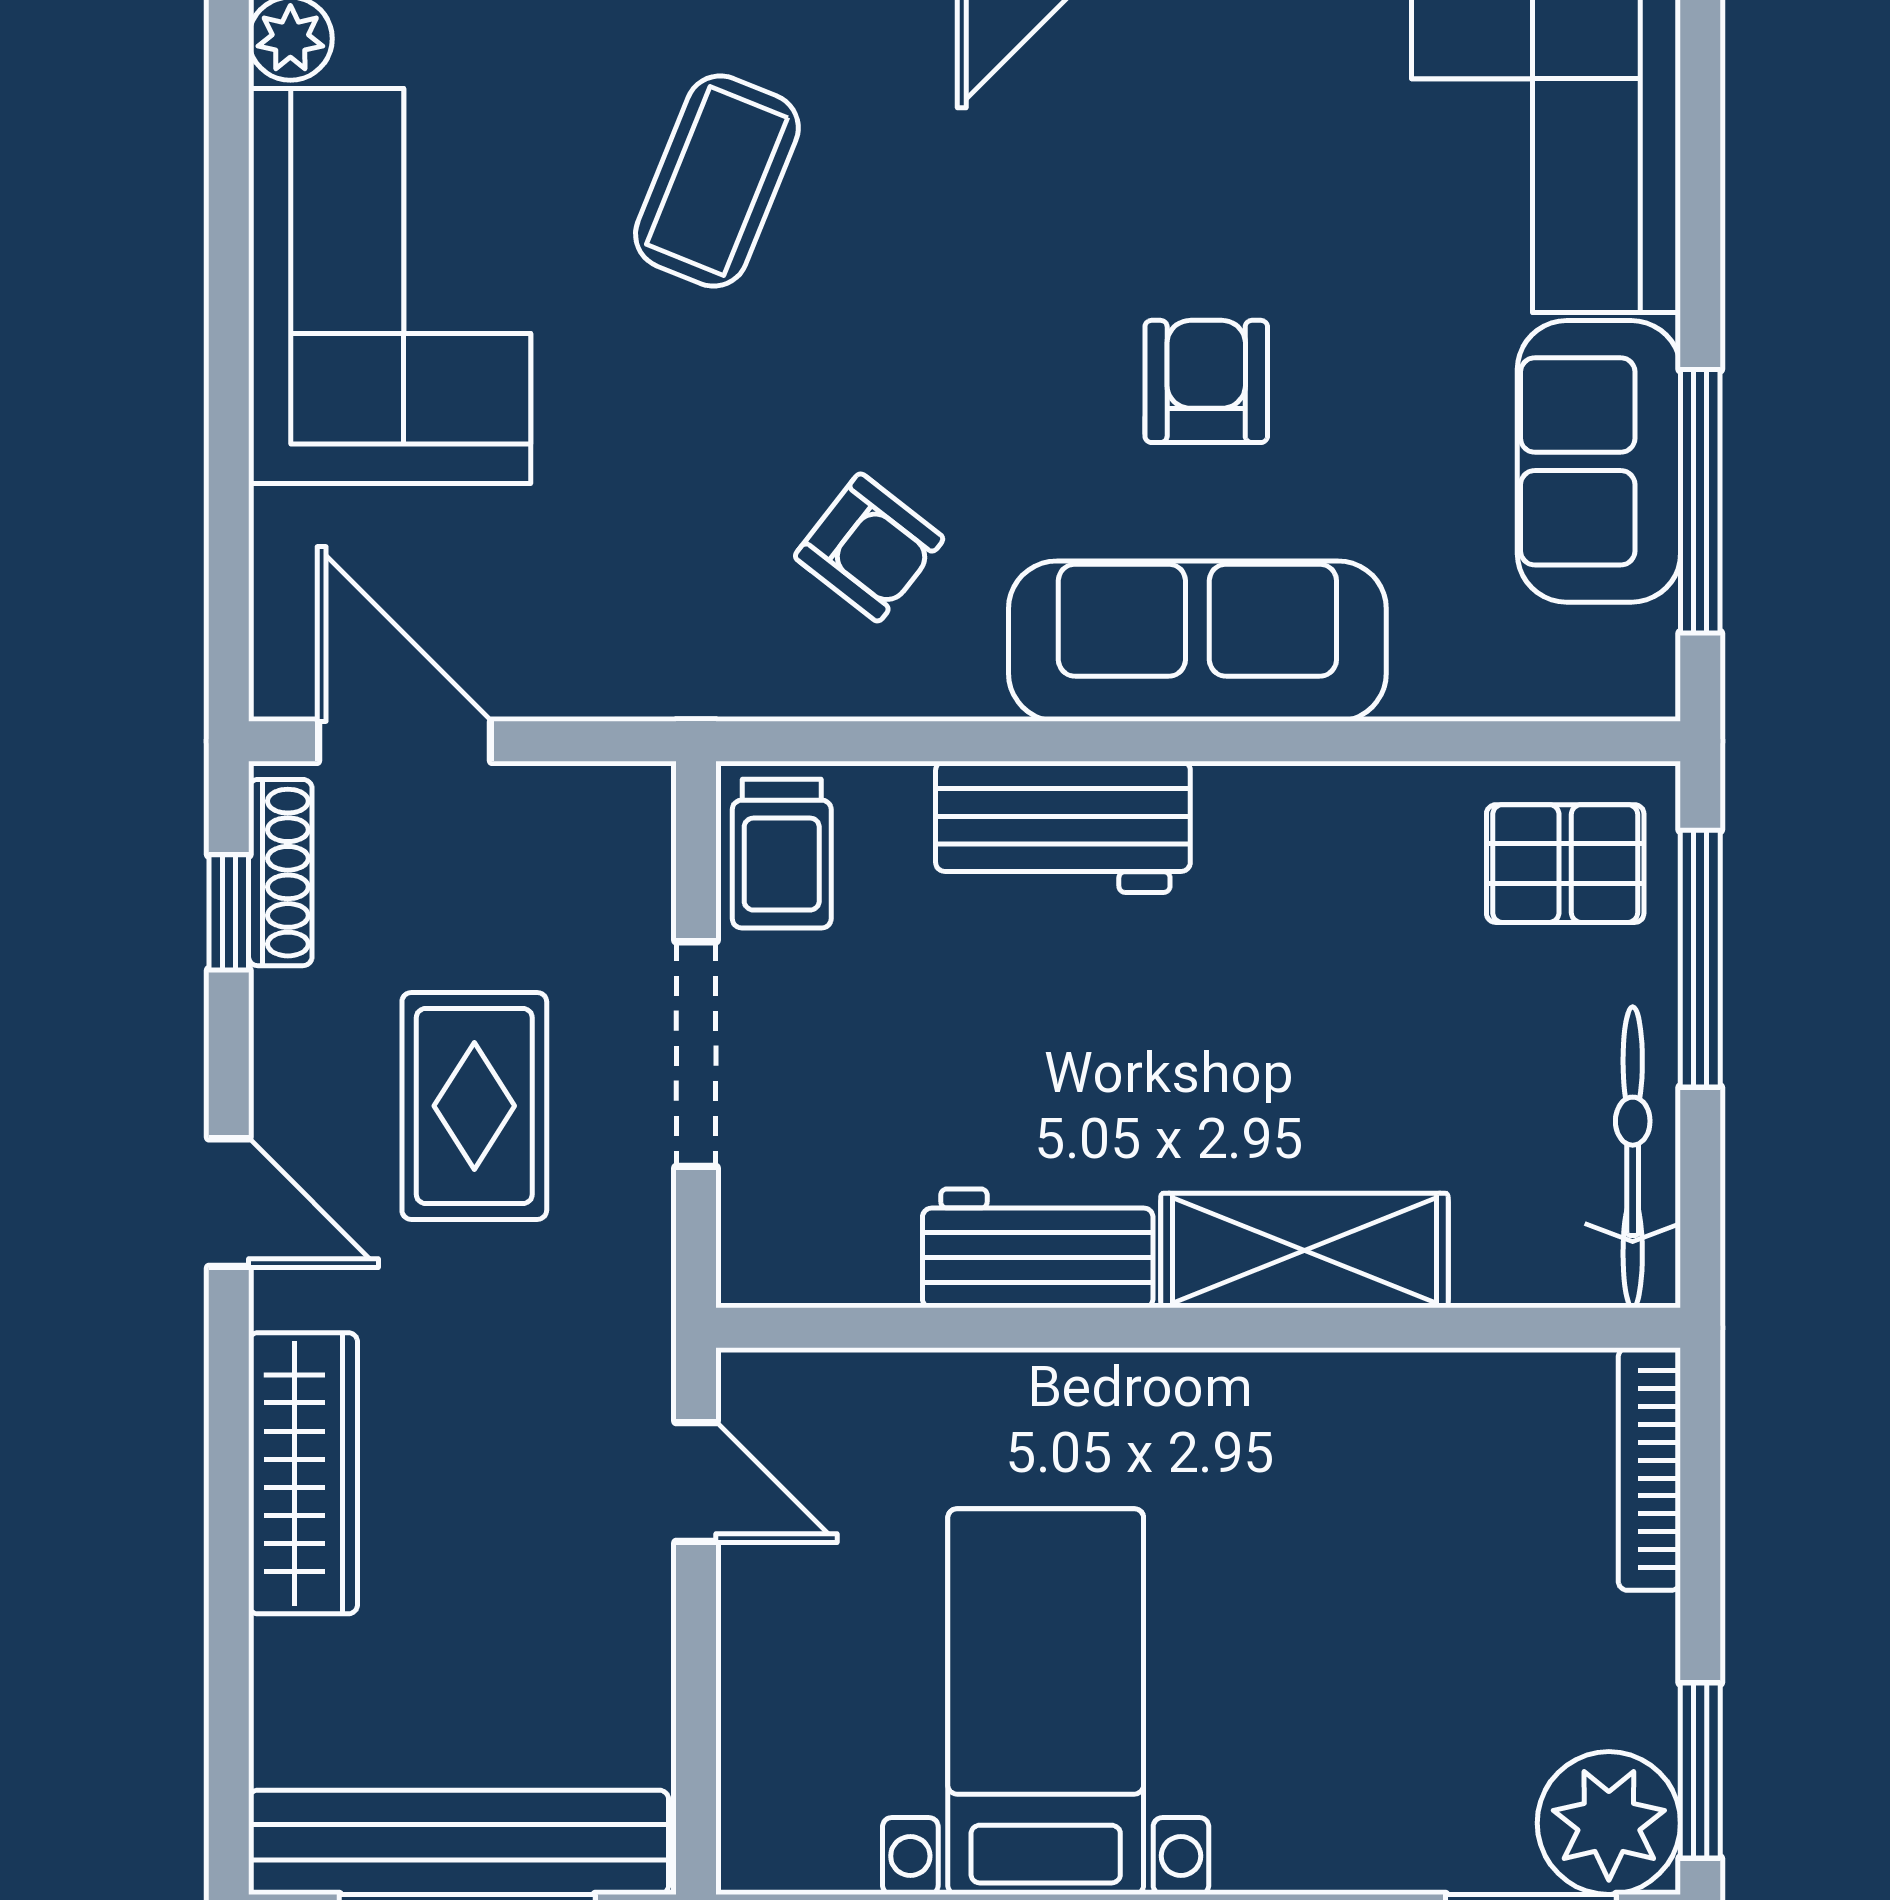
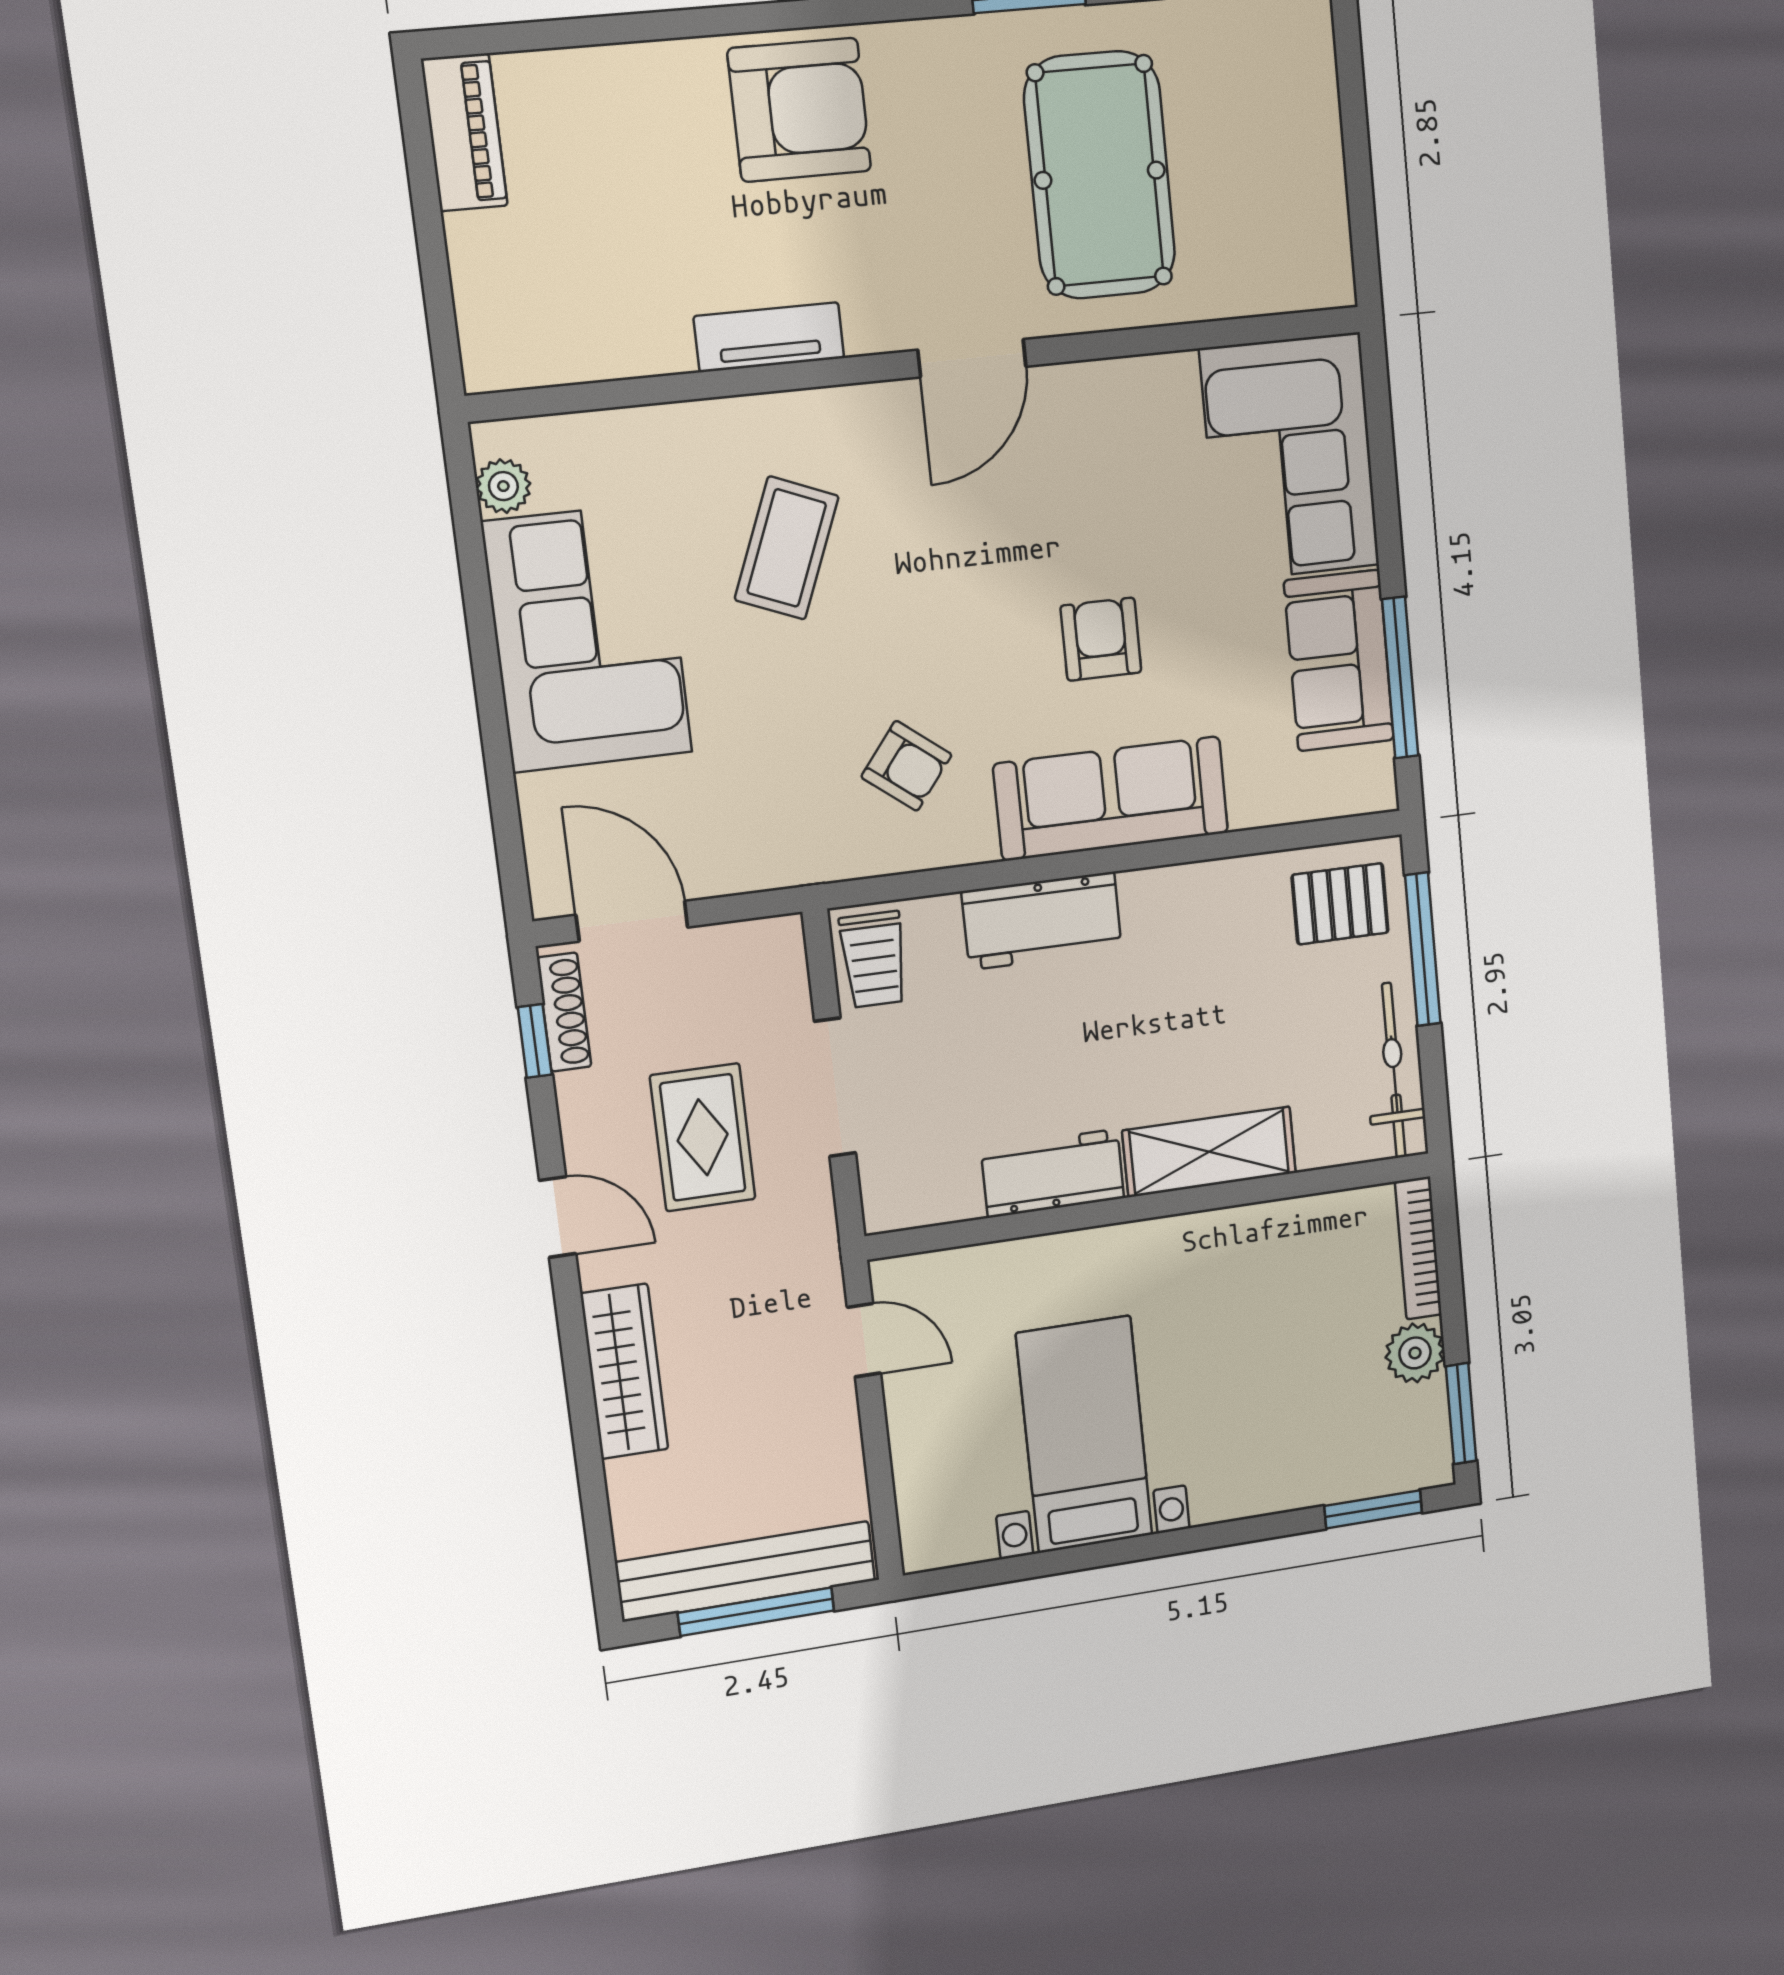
plant: (1609, 1823) -> (1415, 1353), moved, width x0.73, depth x0.73

